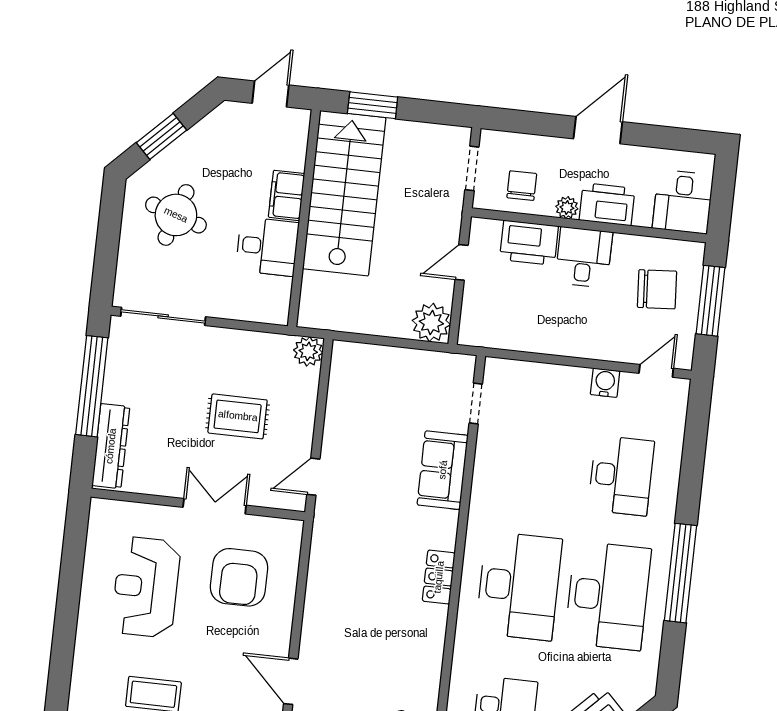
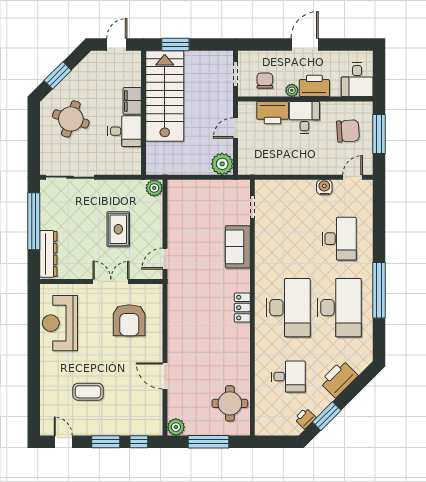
rug: (238, 416) -> (118, 229), turned 90
reception desk: (146, 587) -> (60, 323), moved

